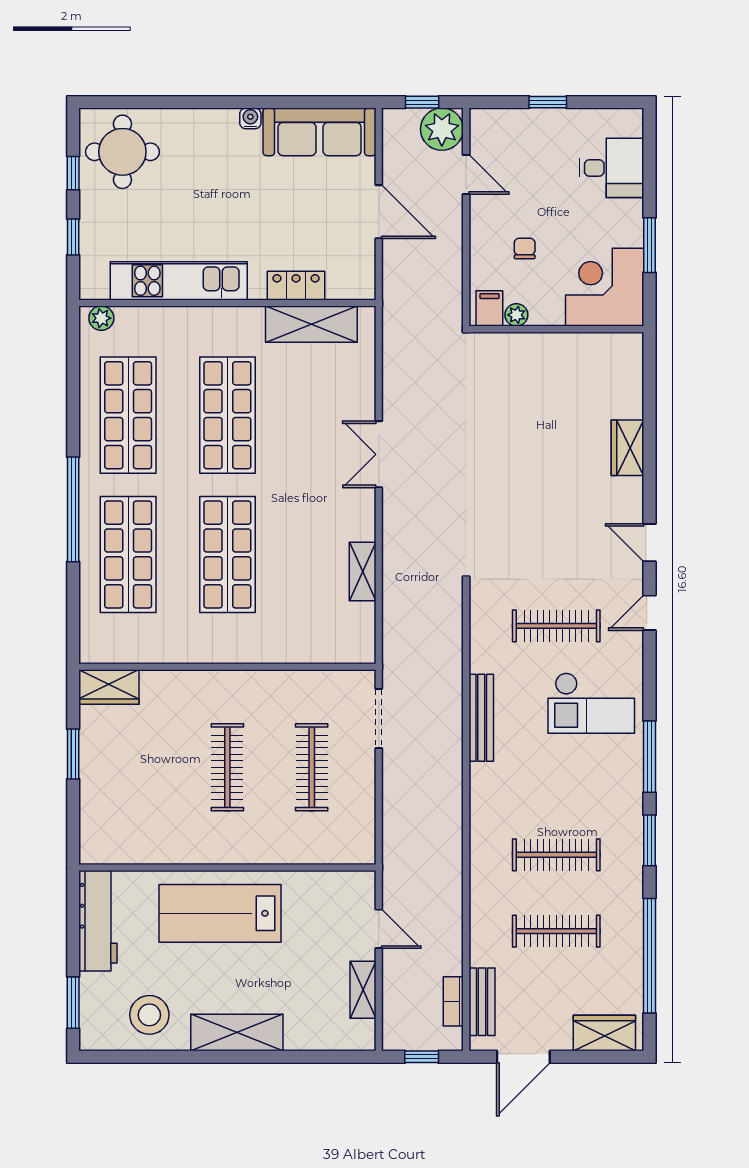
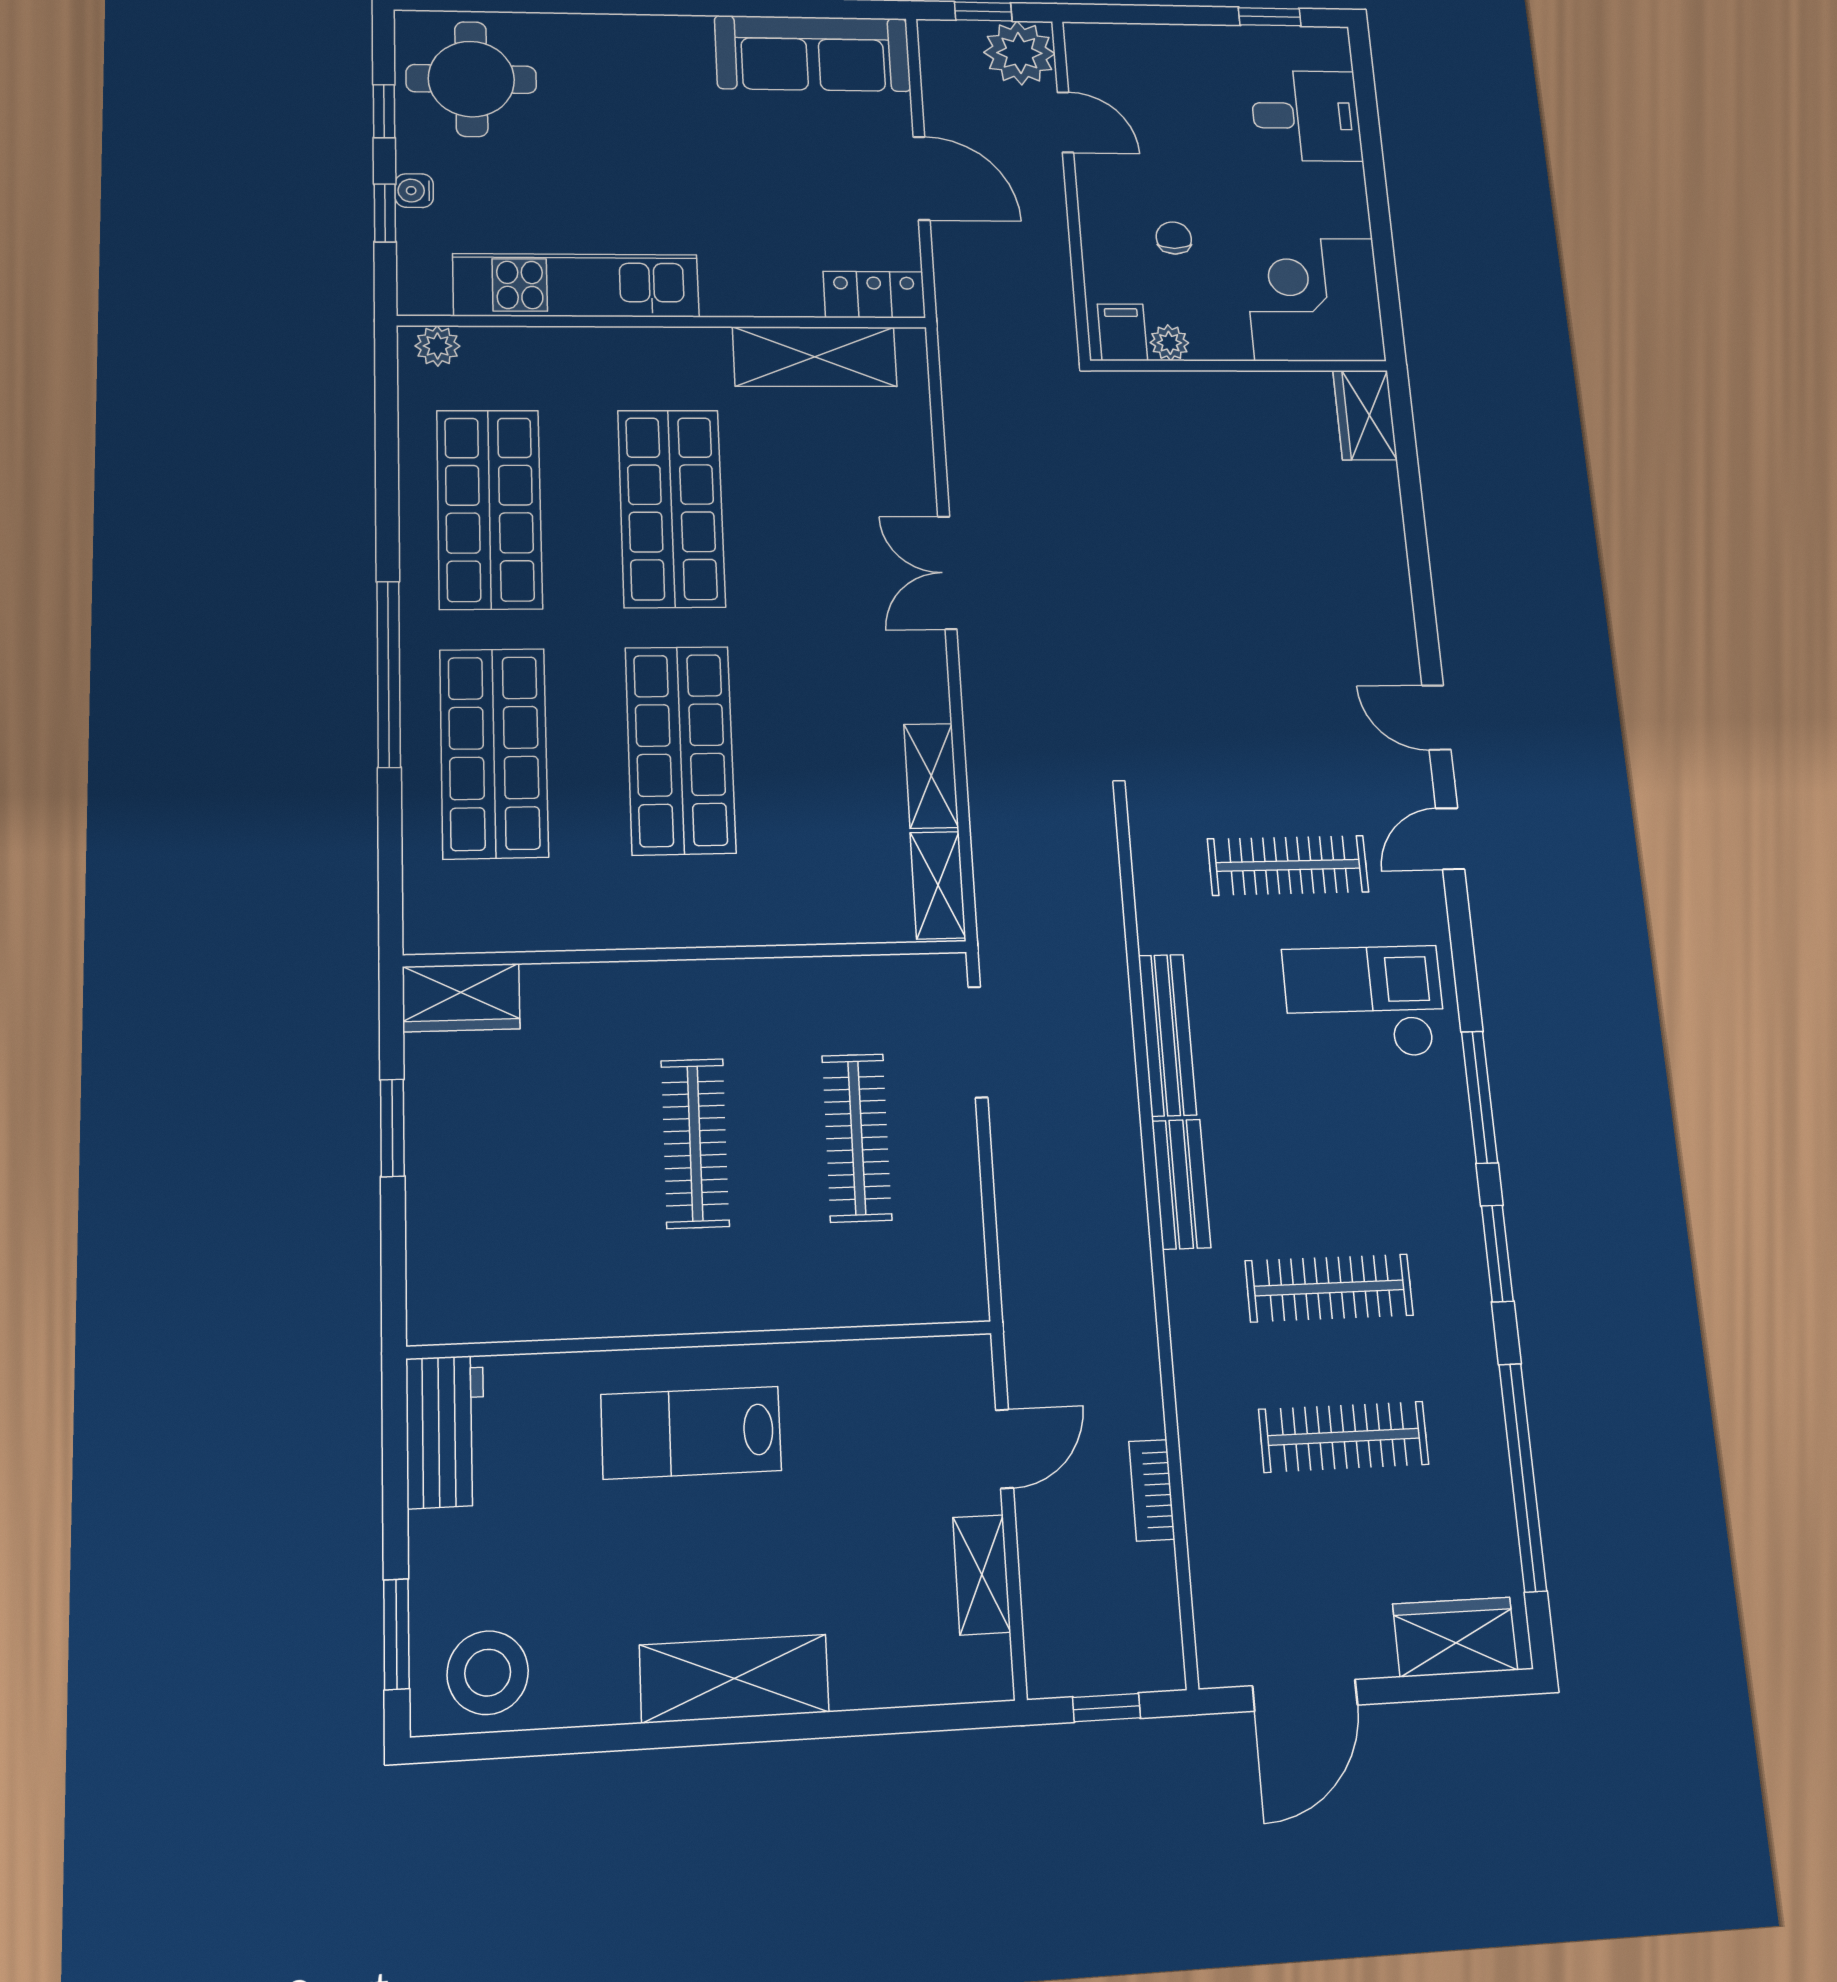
window: (548, 102) -> (1270, 17), moved
water cooler: (250, 118) -> (414, 191), moved, turned -90
window: (649, 245) -> (1381, 234), removed
locker: (296, 286) -> (874, 295), moved
wardrobe: (628, 448) -> (1365, 415), moved
shelving: (363, 633) -> (938, 885), added
checkout: (591, 703) -> (1364, 1002), turned 180
lab bench: (220, 913) -> (691, 1433), width x0.73, depth x0.72
workbench: (98, 921) -> (445, 1432), width x0.73
door: (379, 929) -> (1005, 1449), hinge flipped
bookcase: (453, 1001) -> (1152, 1490), moved
bench: (482, 1002) -> (1181, 1184), moved
stool: (149, 1015) -> (488, 1673), moved

